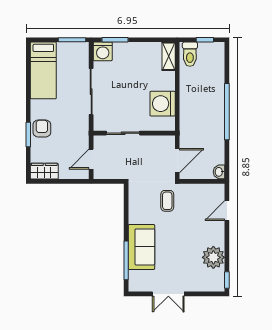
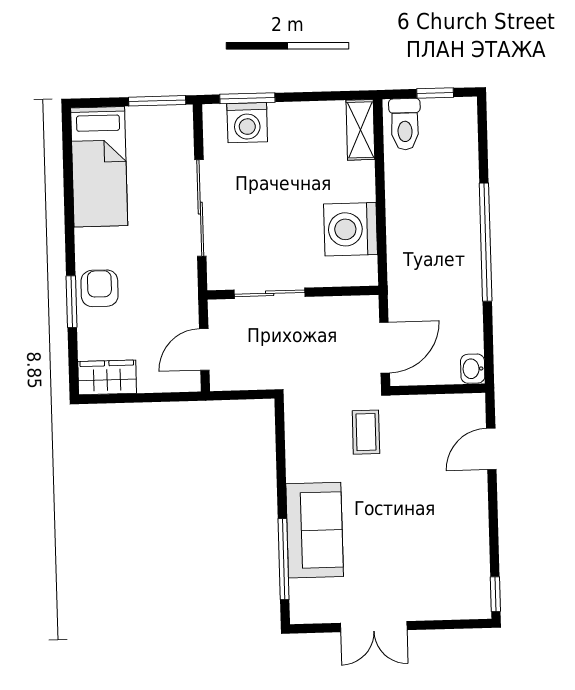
washing machine: (103, 51) -> (247, 123), moved
plant: (213, 257) -> (466, 548), removed

